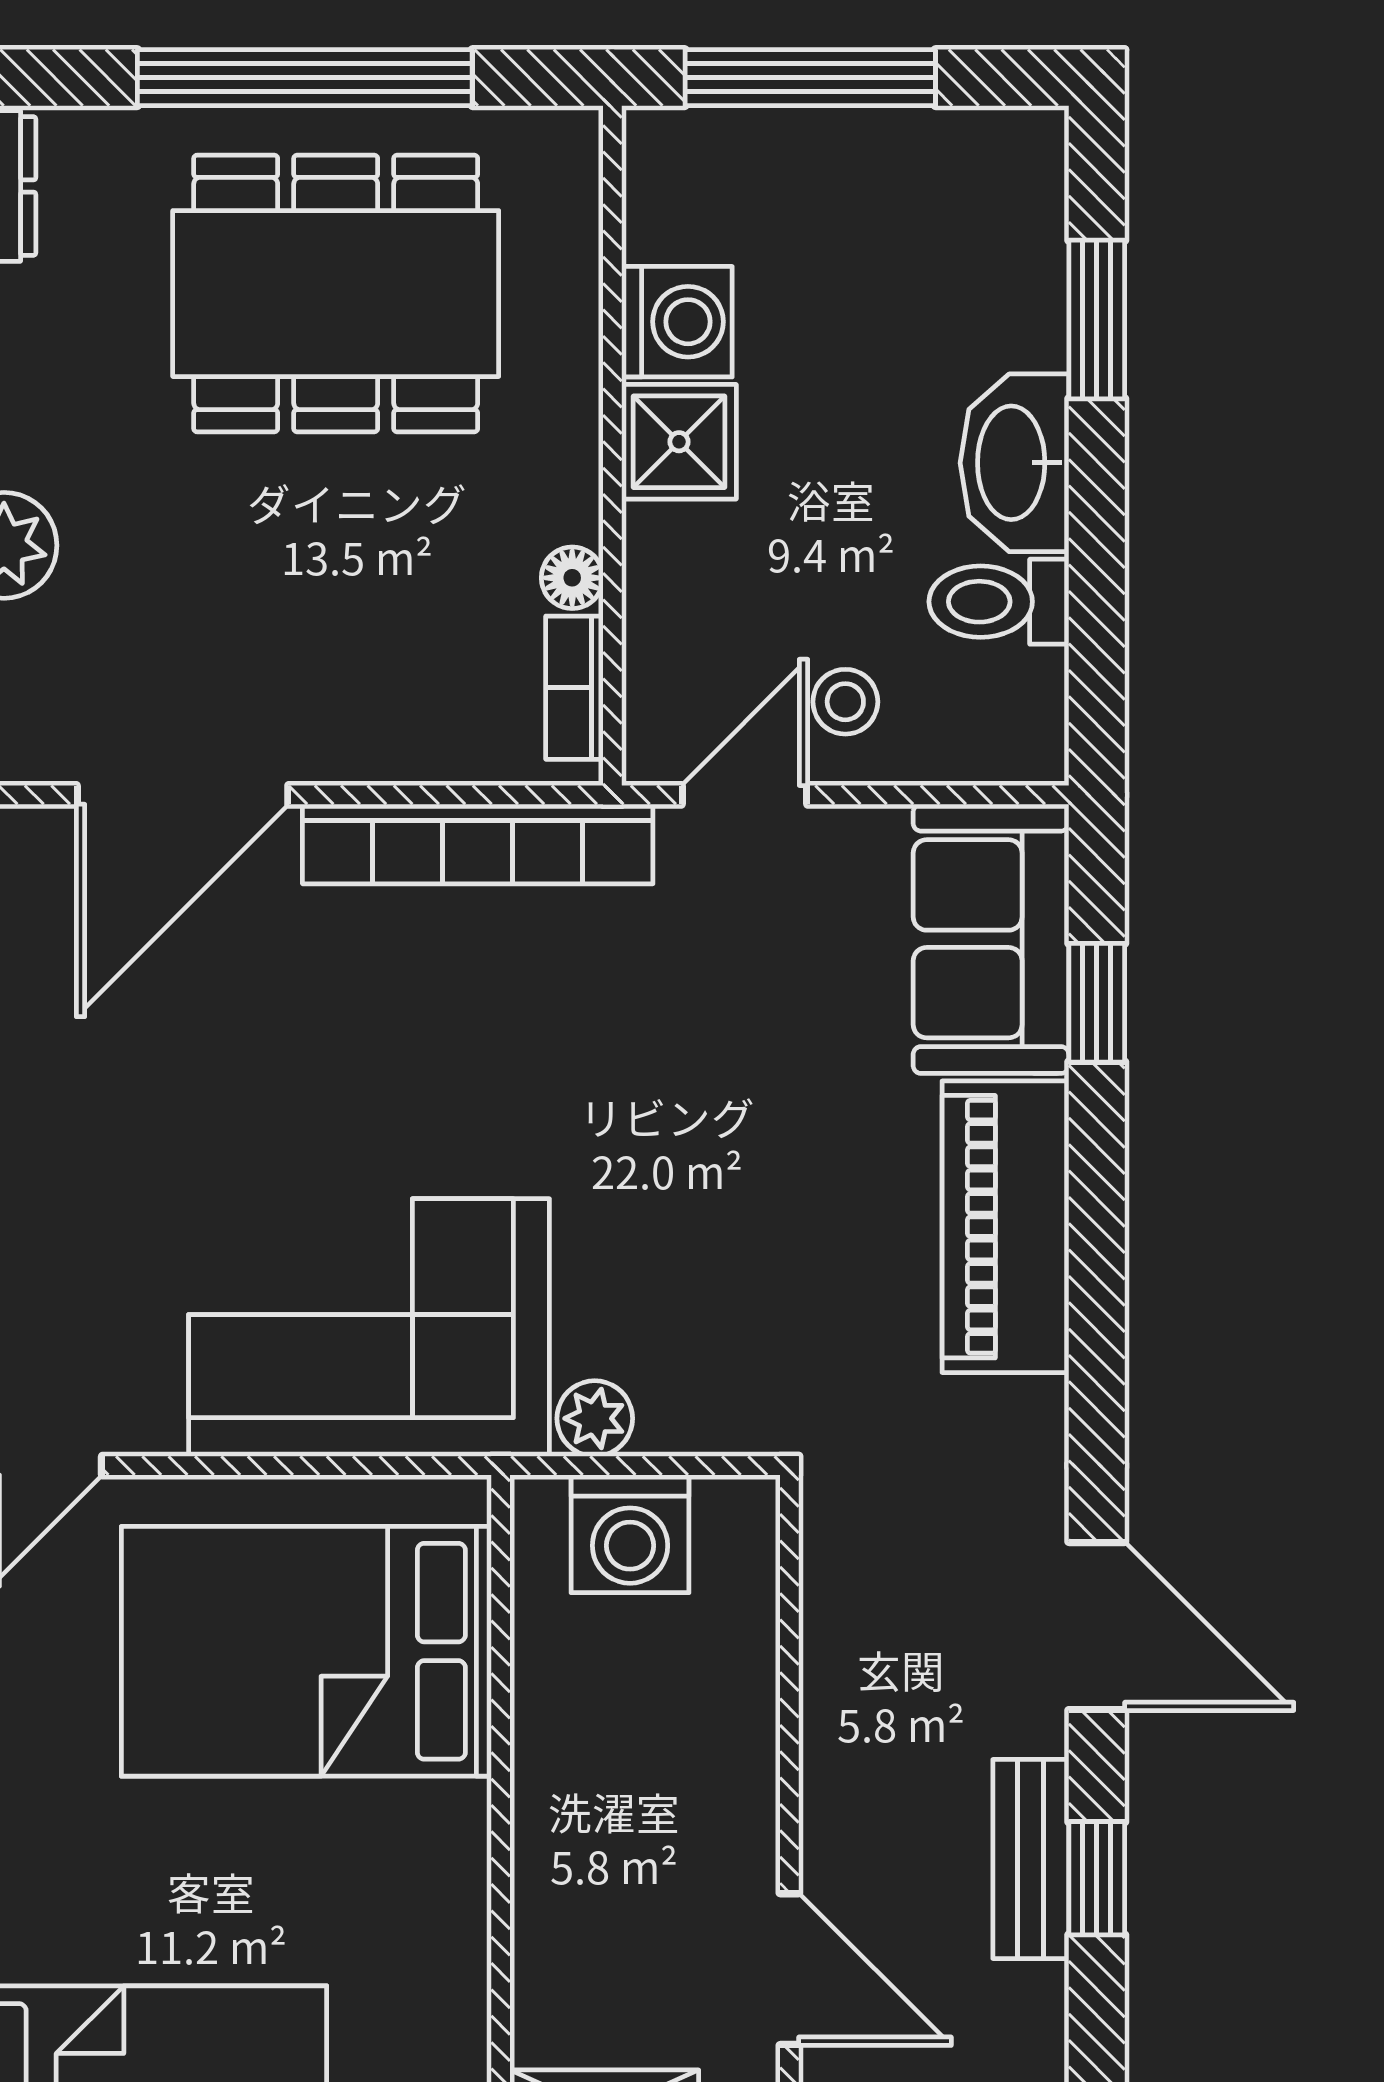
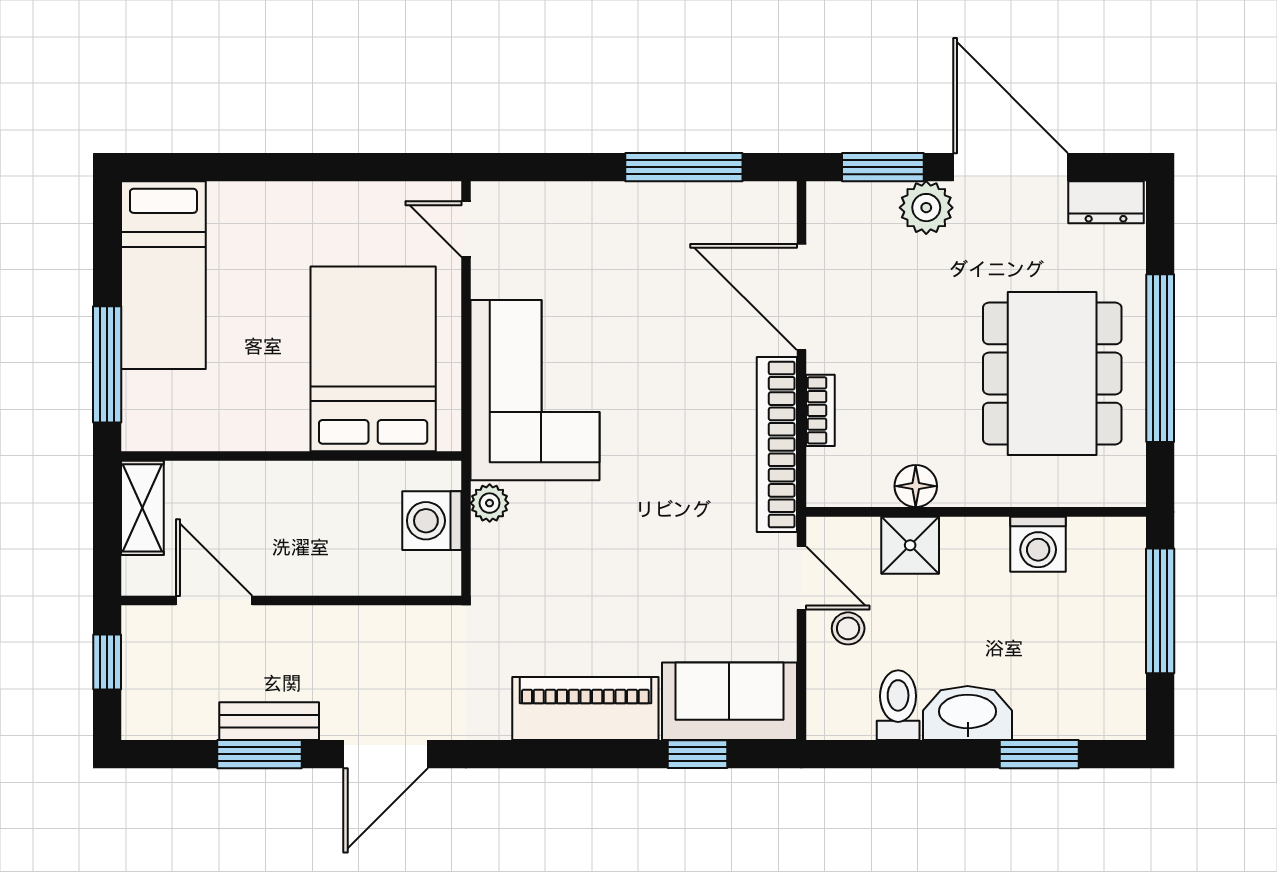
shower: (679, 442) -> (910, 545), moved
floor lamp: (572, 578) -> (916, 486), width x1.37, depth x1.37
bookcase: (574, 688) -> (820, 410), moved, turned 90
window: (1097, 1878) -> (260, 754), width x1.50
door: (789, 1969) -> (214, 600), swing flipped

